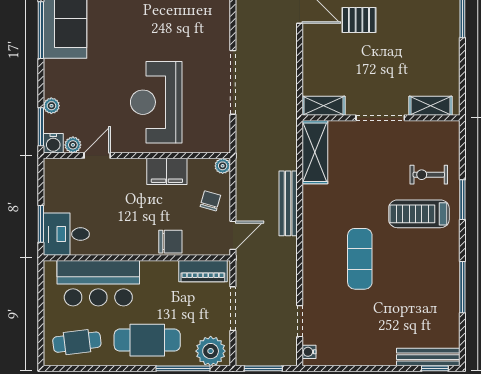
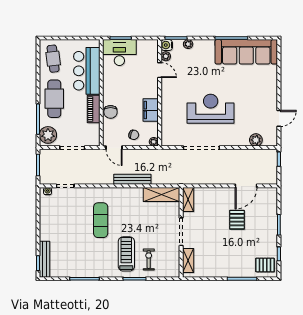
reception desk: (156, 102) -> (211, 109), moved
desk: (66, 234) -> (119, 53), width x1.37
exercise mat: (360, 259) -> (101, 220), turned 90
piano: (203, 271) -> (94, 109), moved

